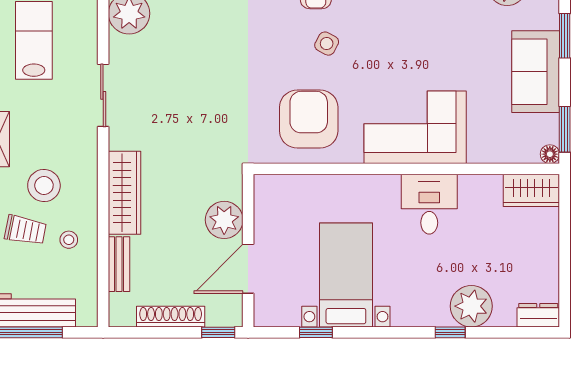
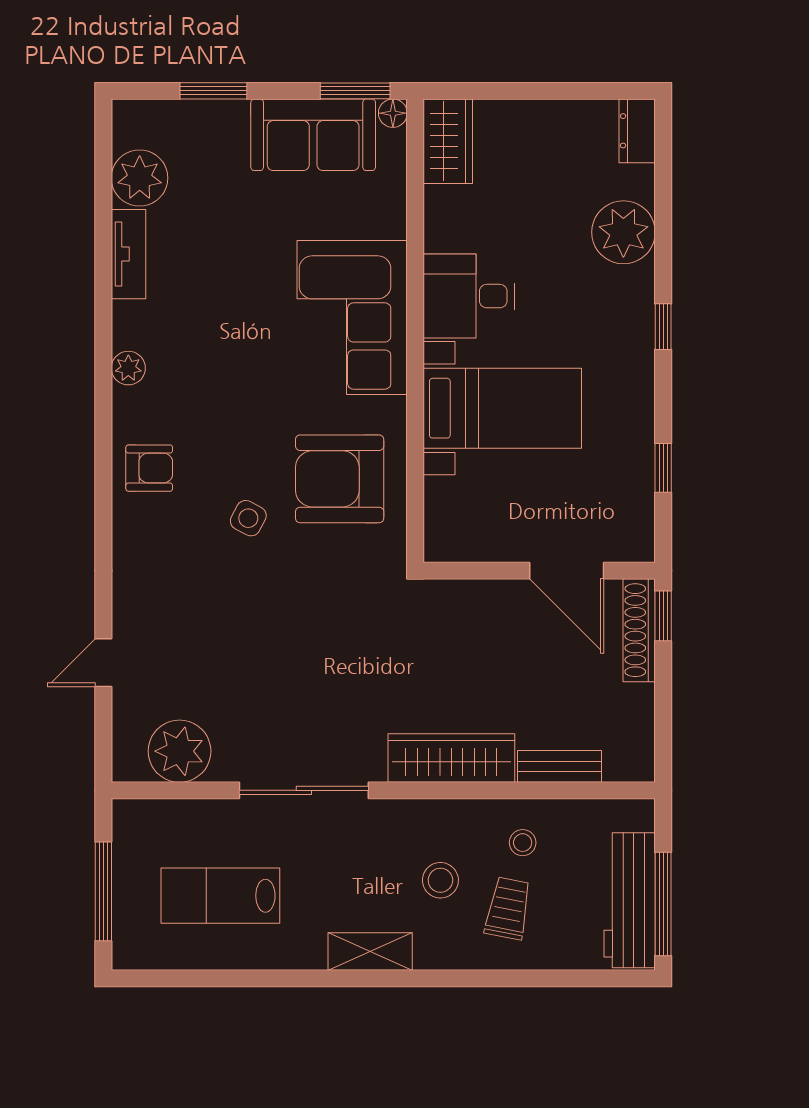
side table: (327, 44) -> (248, 518), moved
sofa: (536, 72) -> (313, 135), moved
sliding door: (103, 95) -> (304, 790), width x1.37
stool: (44, 186) -> (440, 880), width x0.73, depth x0.73
plant: (224, 220) -> (493, 607), removed
bed with nightstands: (346, 275) -> (502, 408), moved, turned 180
shoe rack: (171, 317) -> (639, 630), moved
window: (450, 332) -> (663, 327), moved

